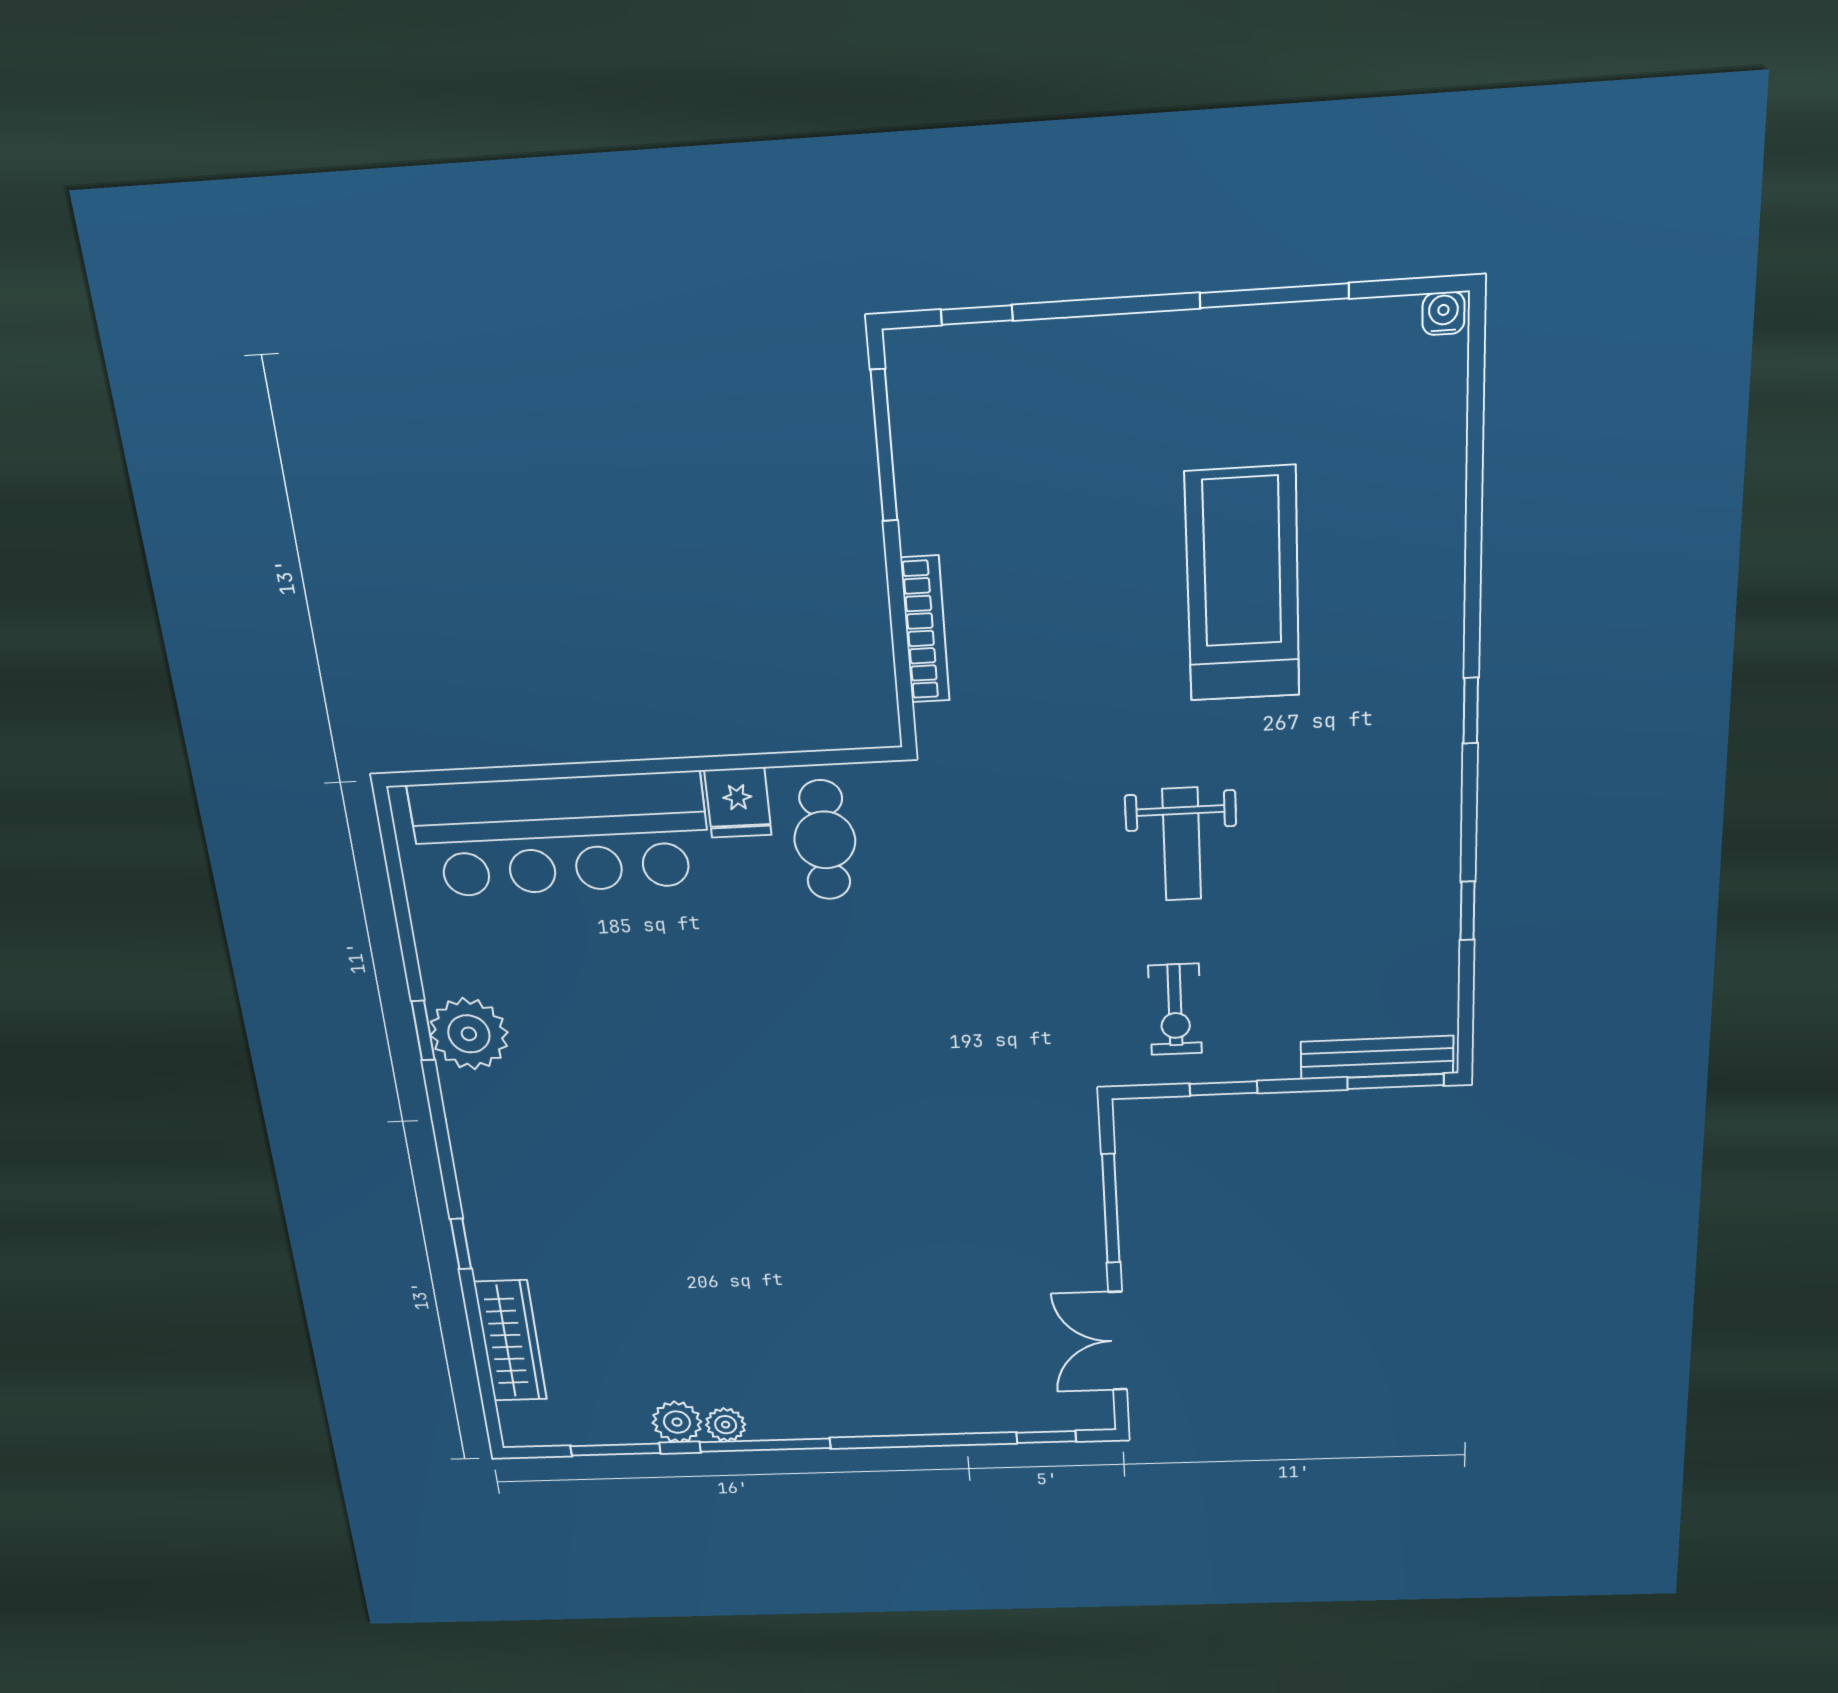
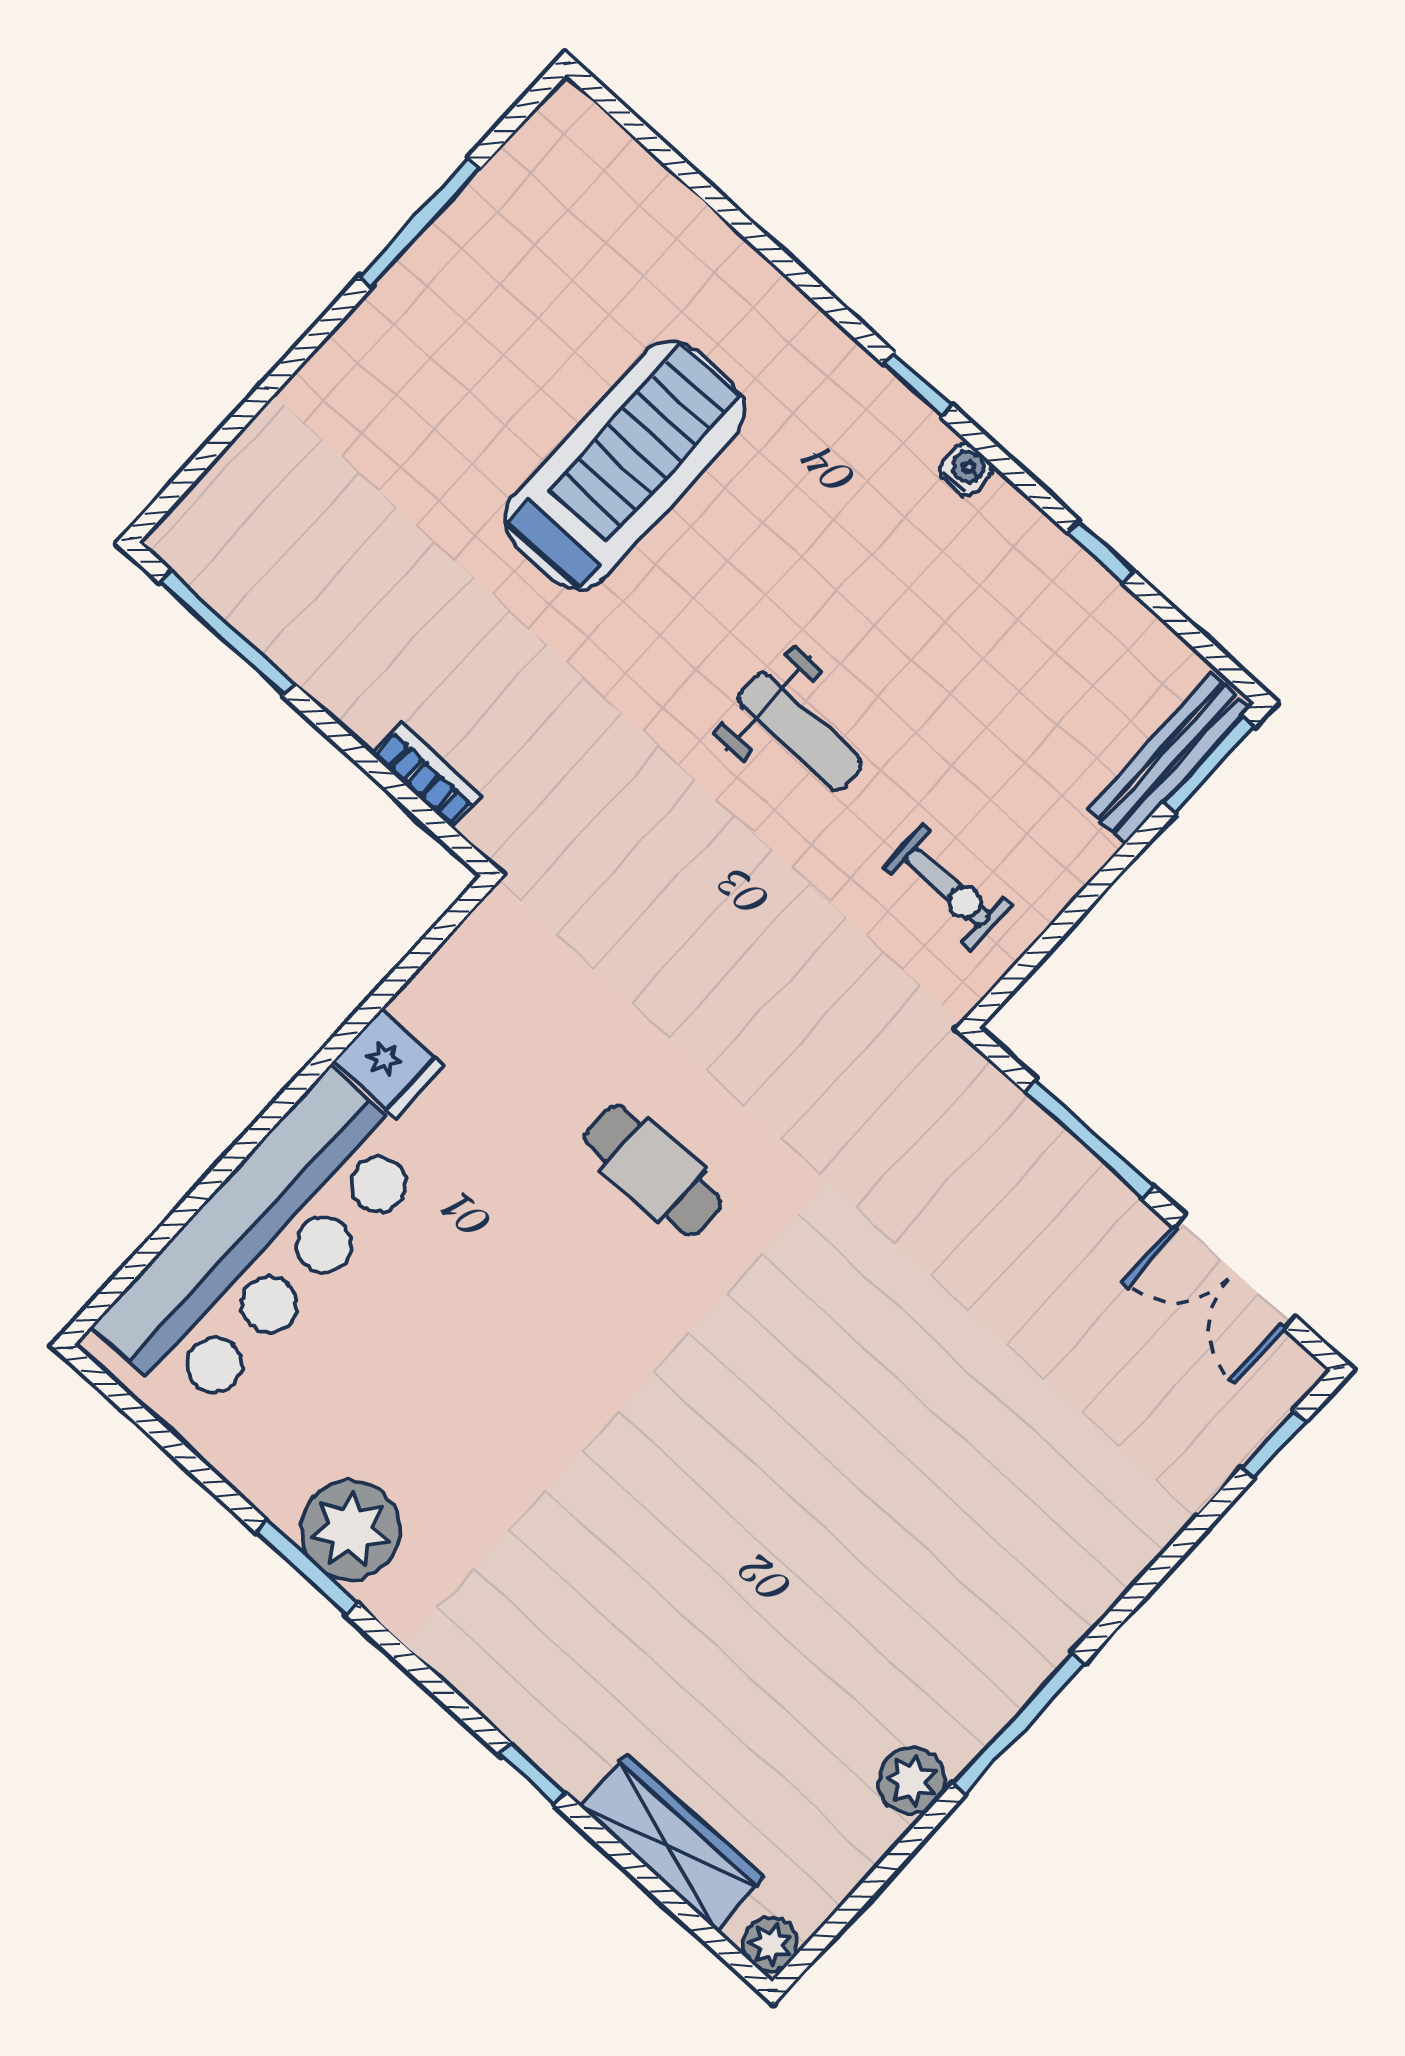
water cooler: (1443, 313) -> (966, 469), moved, turned 90
window: (977, 315) -> (204, 459), removed
treadmill: (1243, 585) -> (625, 465), turned 90
bookcase: (925, 629) -> (426, 775), width x0.64
cafe table: (825, 840) -> (653, 1170), moved
window: (423, 1030) -> (306, 1567), width x1.50
window: (1224, 1088) -> (1067, 920), removed
plant: (726, 1425) -> (770, 1944), moved
window: (615, 1450) -> (882, 1874), removed

